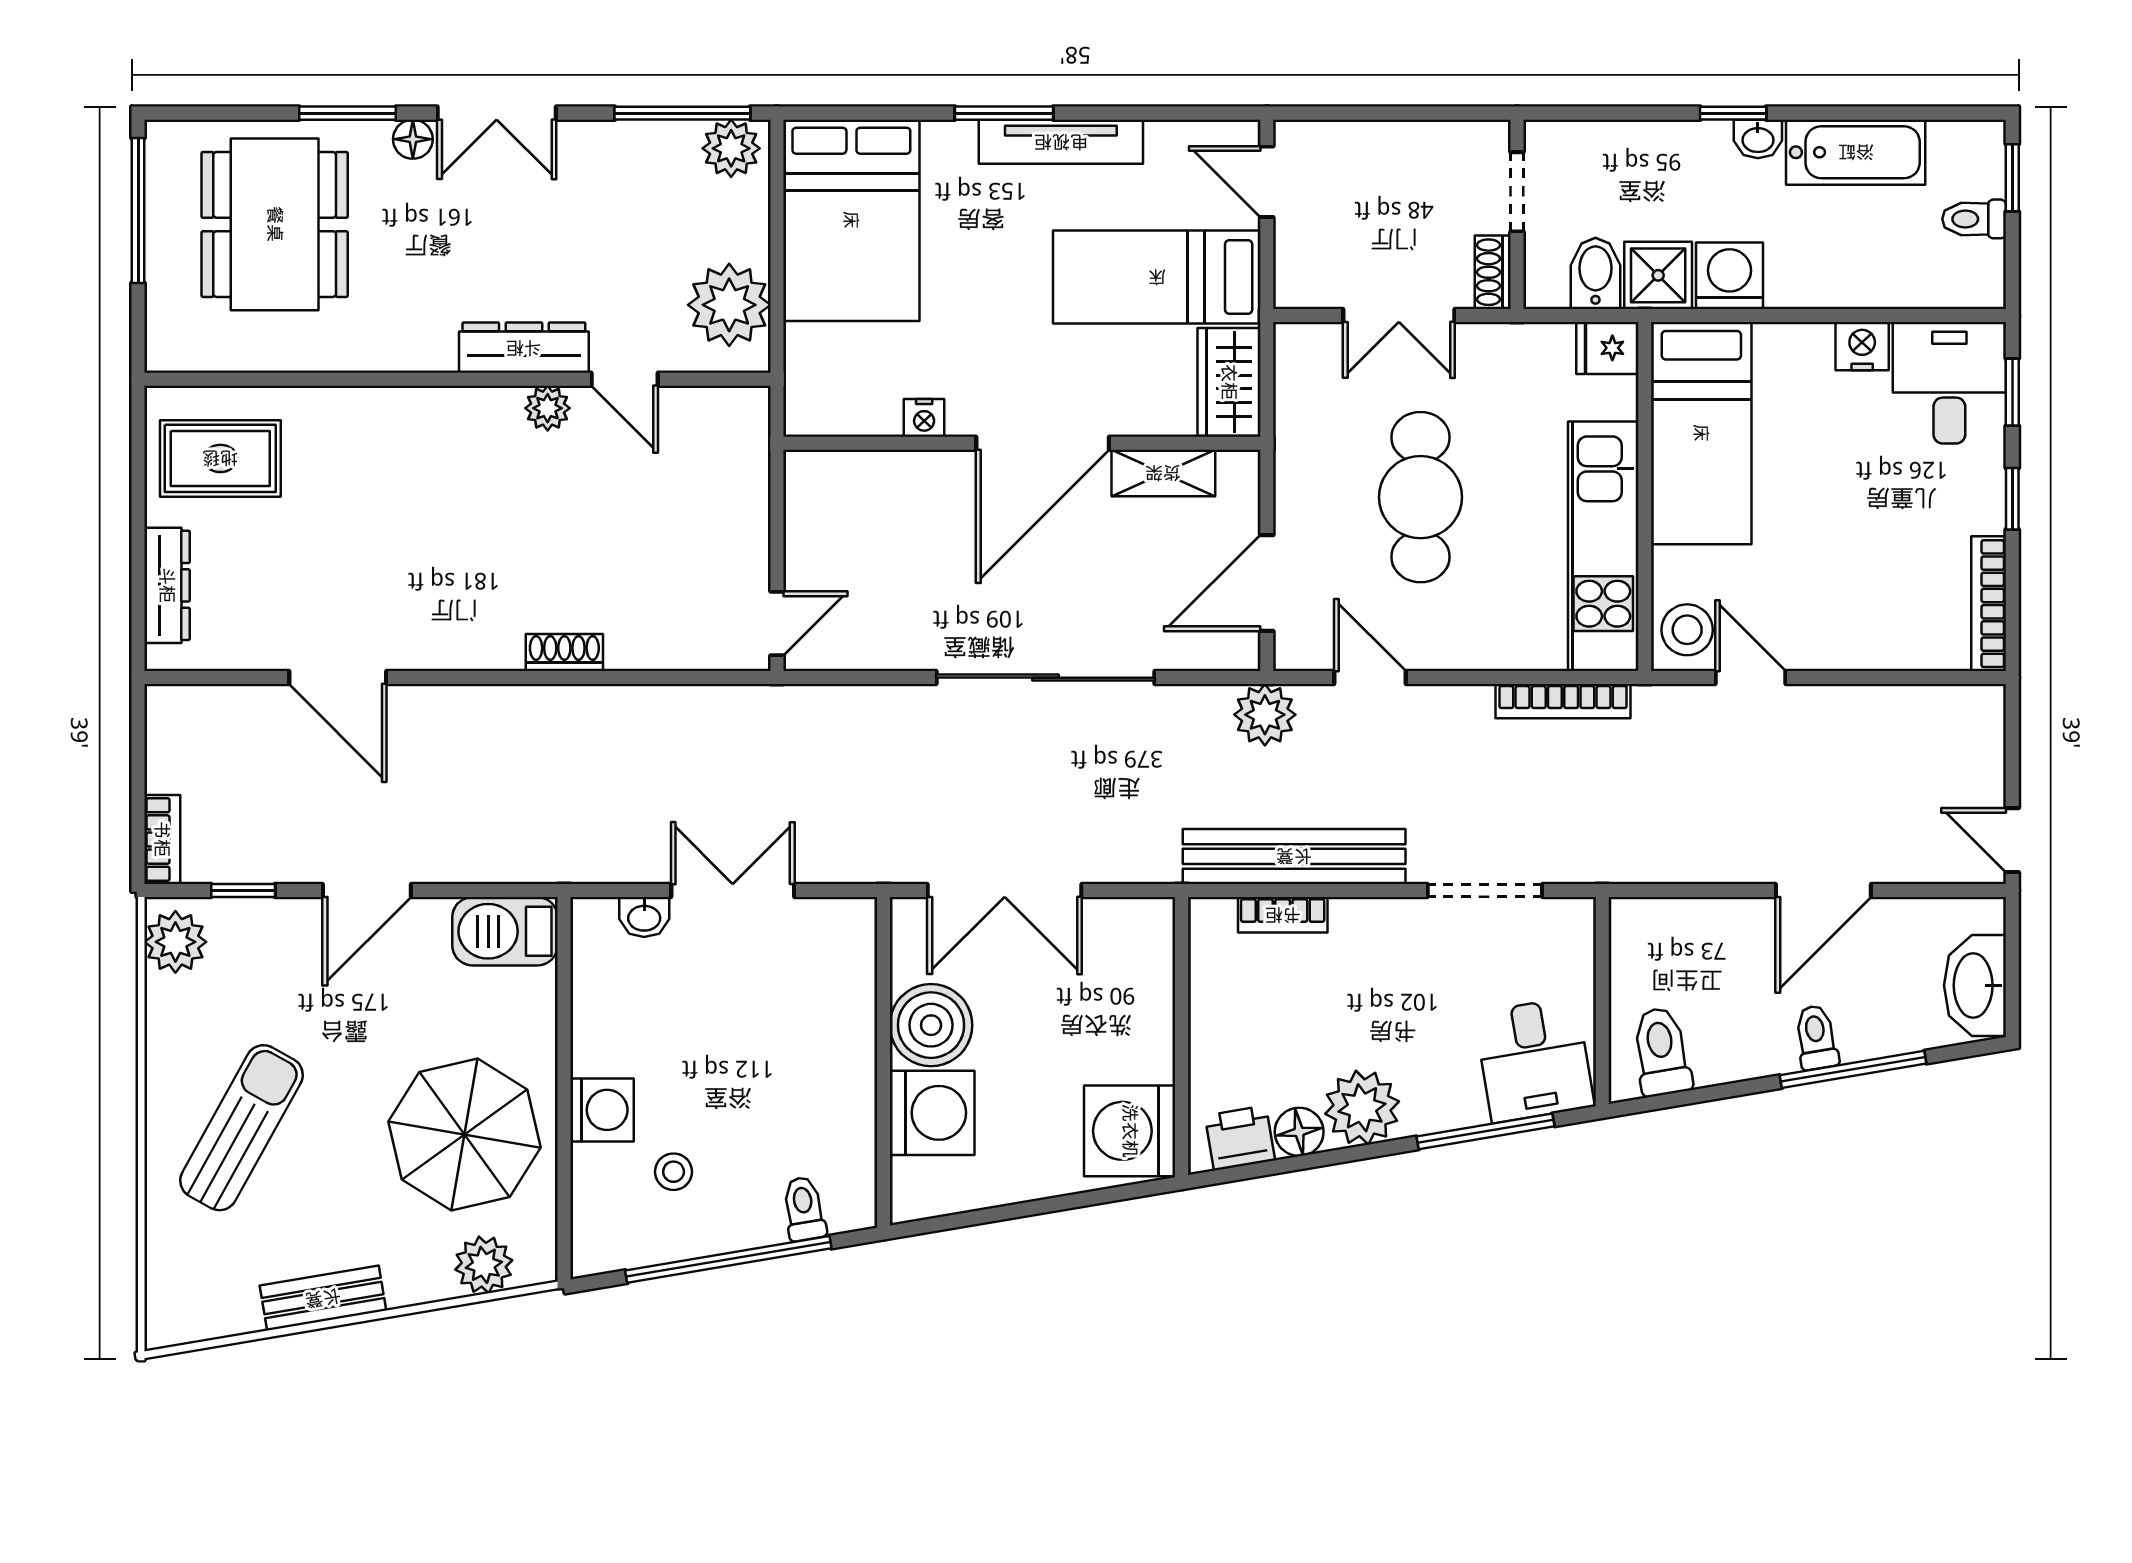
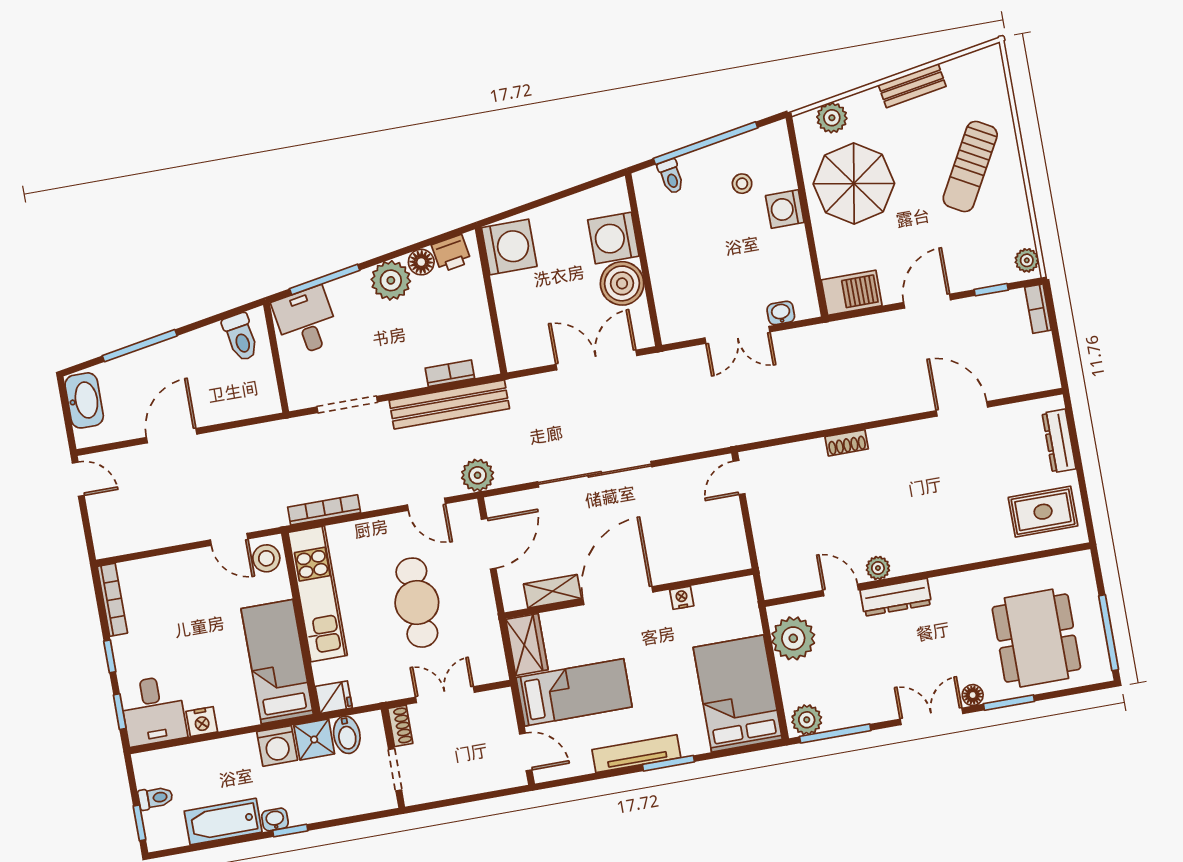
plant: (175, 942) -> (1027, 260), width x0.73, depth x0.73
toilet: (1816, 1037) -> (162, 359), removed

